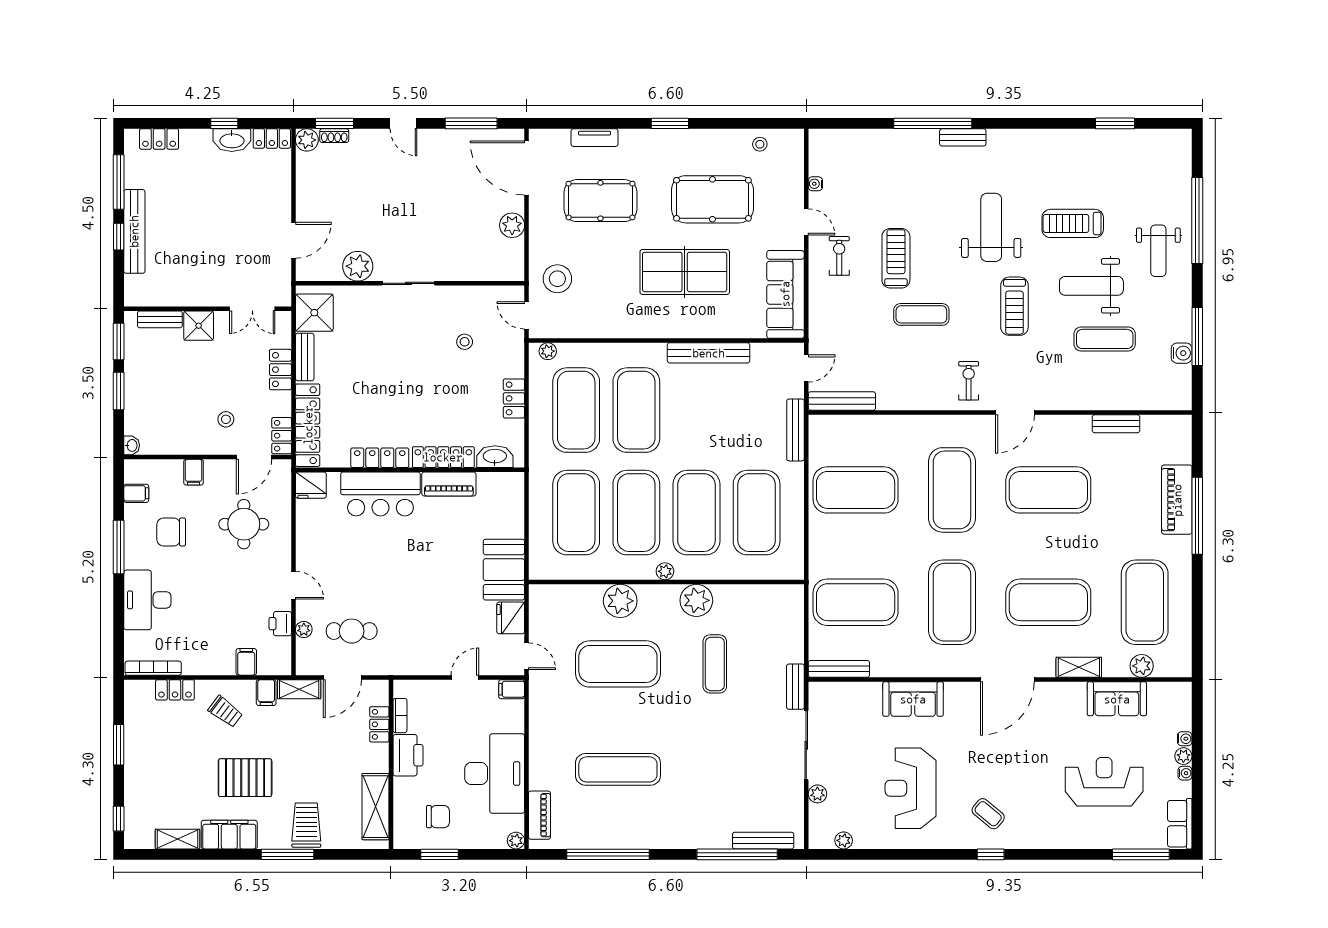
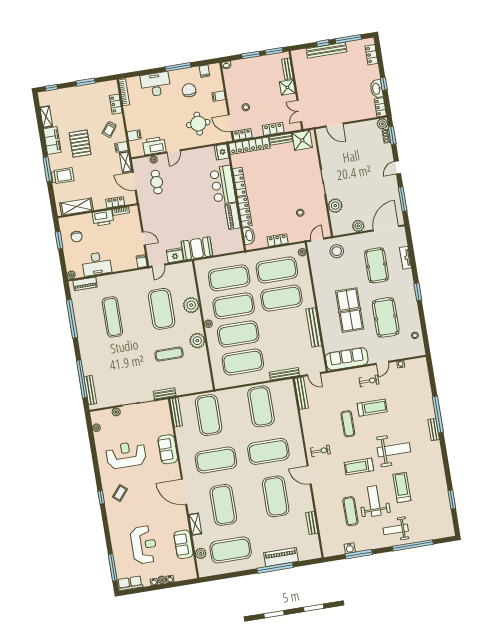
plant: (358, 266) -> (335, 206), moved
printer: (280, 624) -> (154, 146), width x1.87, depth x1.48
desk: (495, 774) -> (97, 264), width x0.73, depth x0.77

